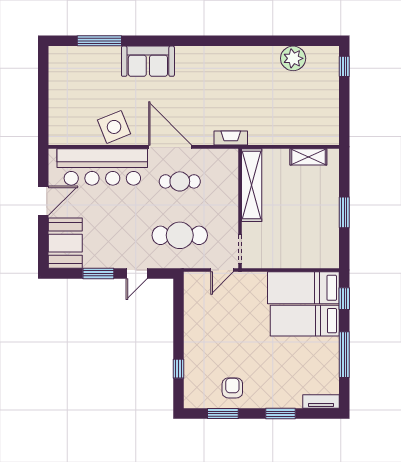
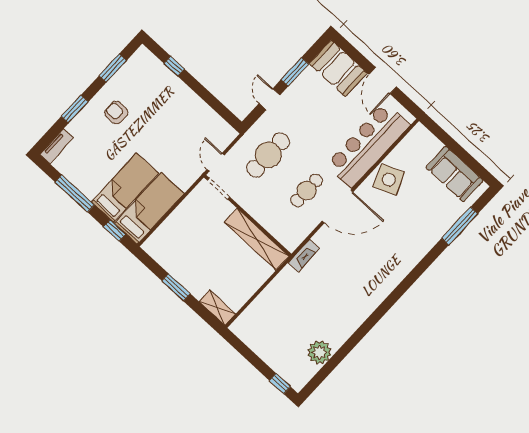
sofa: (148, 61) -> (455, 174), moved, turned -90
shelving: (308, 157) -> (217, 308), moved, turned 90
armchair: (232, 388) -> (116, 113), moved, turned 180

